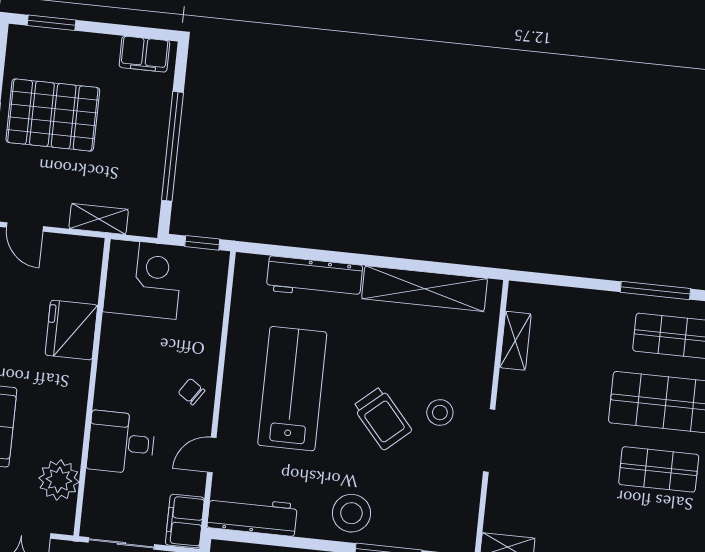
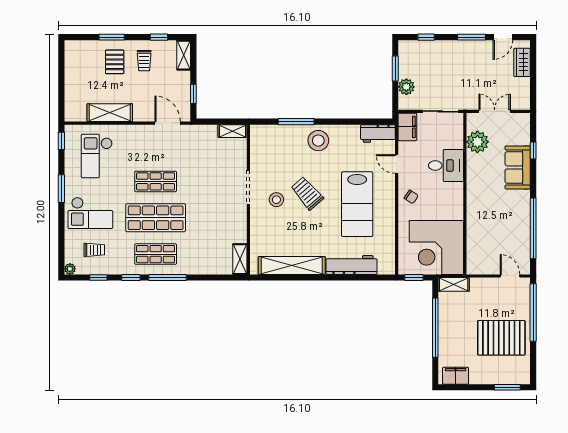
shelving: (99, 219) -> (454, 284), moved
corner desk: (143, 279) -> (436, 247), width x1.36, depth x1.36
fridge: (71, 330) -> (479, 223), removed
shelving: (515, 341) -> (240, 259), moved
door: (212, 455) -> (397, 164), swing flipped
workbench: (252, 516) -> (378, 134), width x0.73

